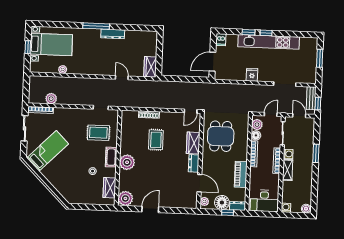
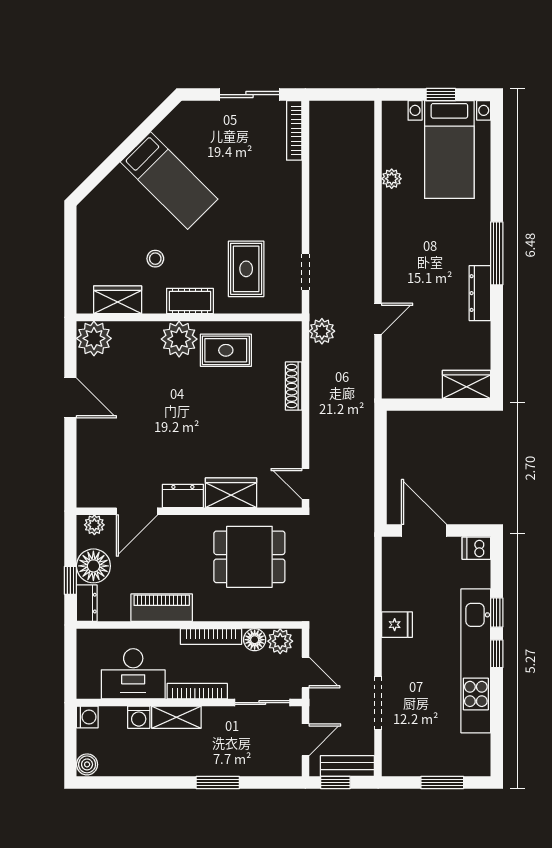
wardrobe: (150, 67) -> (466, 384), moved
plant: (51, 99) -> (322, 331), moved
rug: (156, 140) -> (226, 350), moved
bed: (48, 151) -> (169, 181), moved
washing machine: (288, 154) -> (139, 717), moved
desk: (264, 201) -> (133, 674), moved, turned -90

